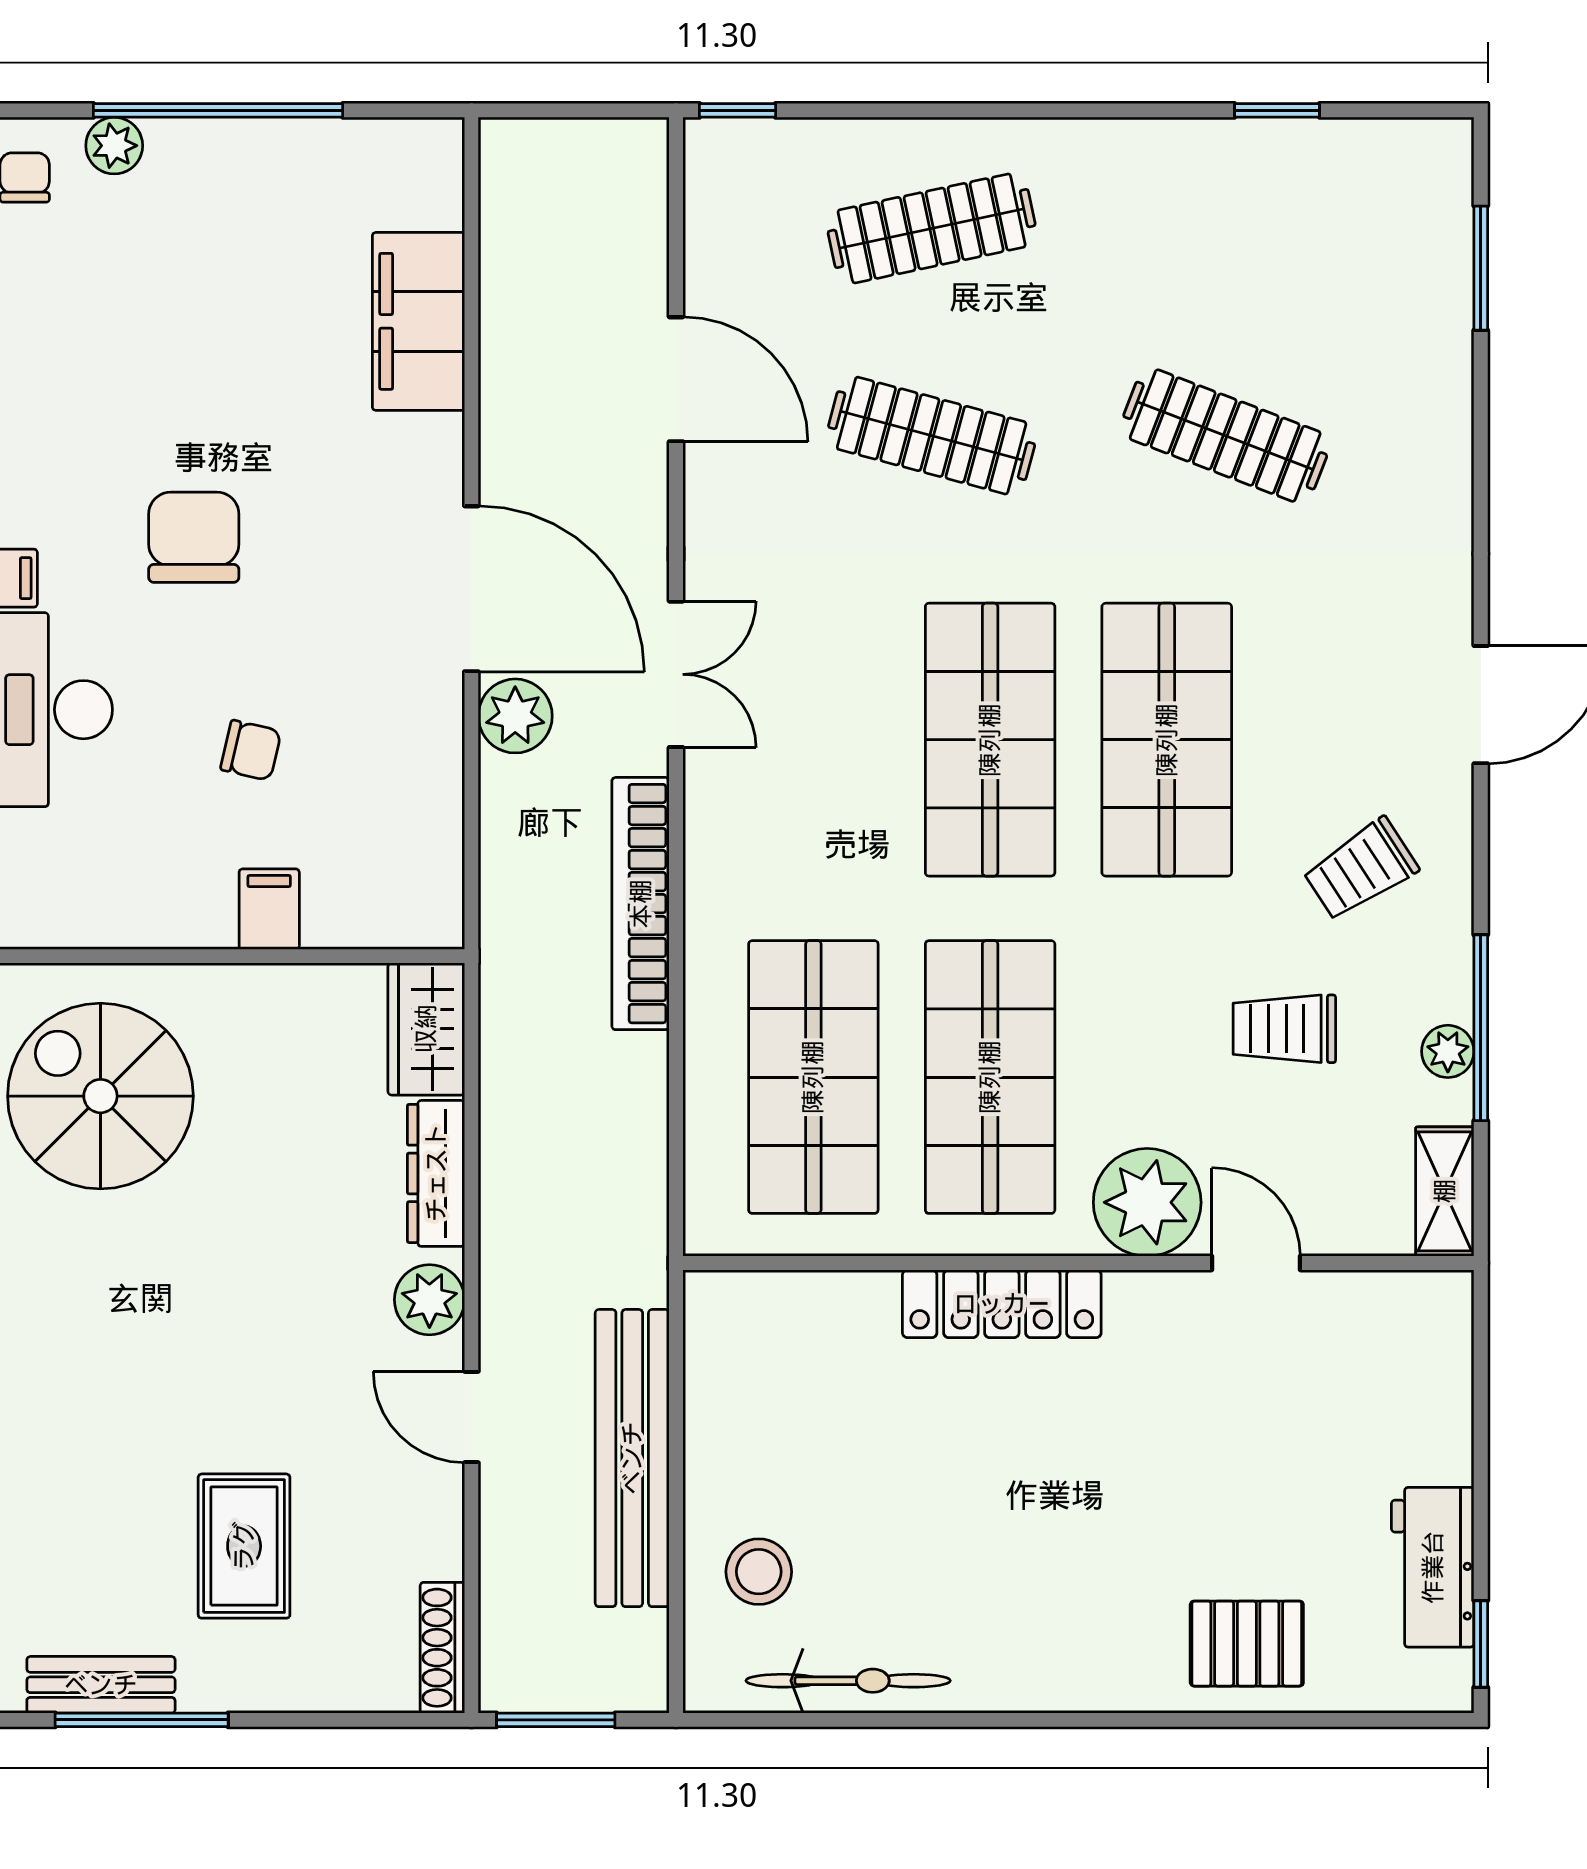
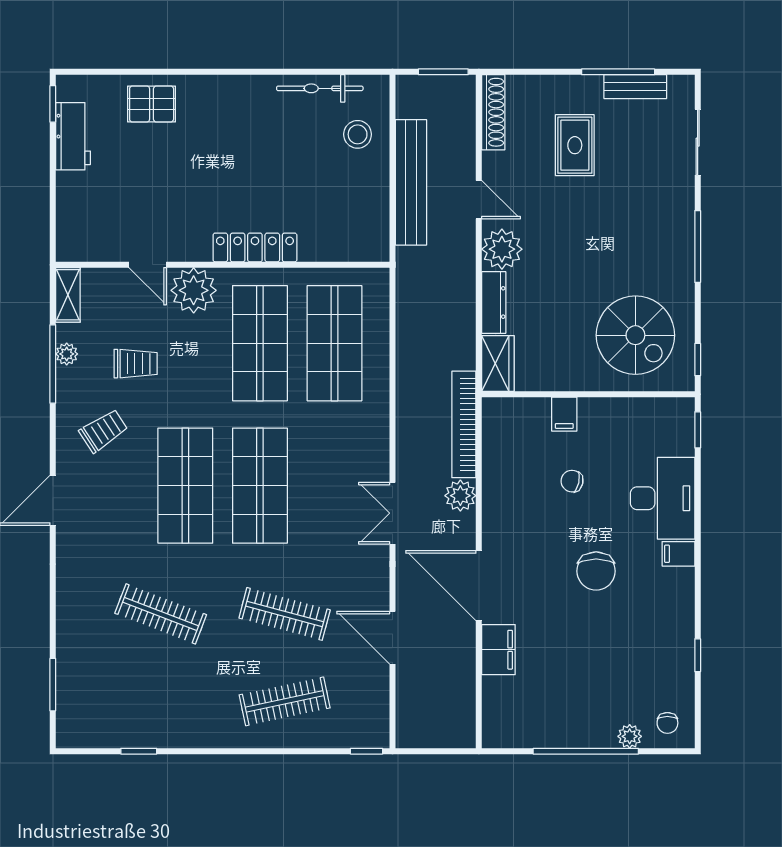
filing cabinet: (418, 321) -> (498, 650), width x0.67, depth x0.86
door: (471, 589) -> (479, 586), moved
bookcase: (641, 904) -> (464, 424), moved, turned 180
plant: (429, 1300) -> (502, 249), width x1.36, depth x1.36
shoe rack: (442, 1648) -> (493, 112), width x1.36, depth x1.24

